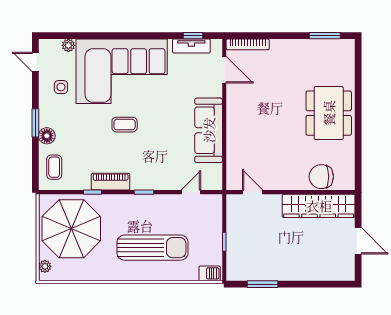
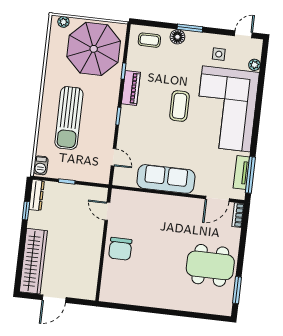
window: (193, 36) -> (250, 175), width x2.17
bookcase: (248, 44) -> (238, 215), width x0.64
dining table: (329, 113) -> (210, 265), moved
coffee table: (125, 125) -> (179, 106), width x1.36, depth x1.30
chair: (321, 177) -> (120, 249), moved, turned 180
door: (253, 192) -> (107, 211), swing flipped
wardrobe: (319, 206) -> (33, 261), moved, turned 180
dresser: (244, 274) -> (37, 195), added
window: (263, 284) -> (26, 211), width x0.67

